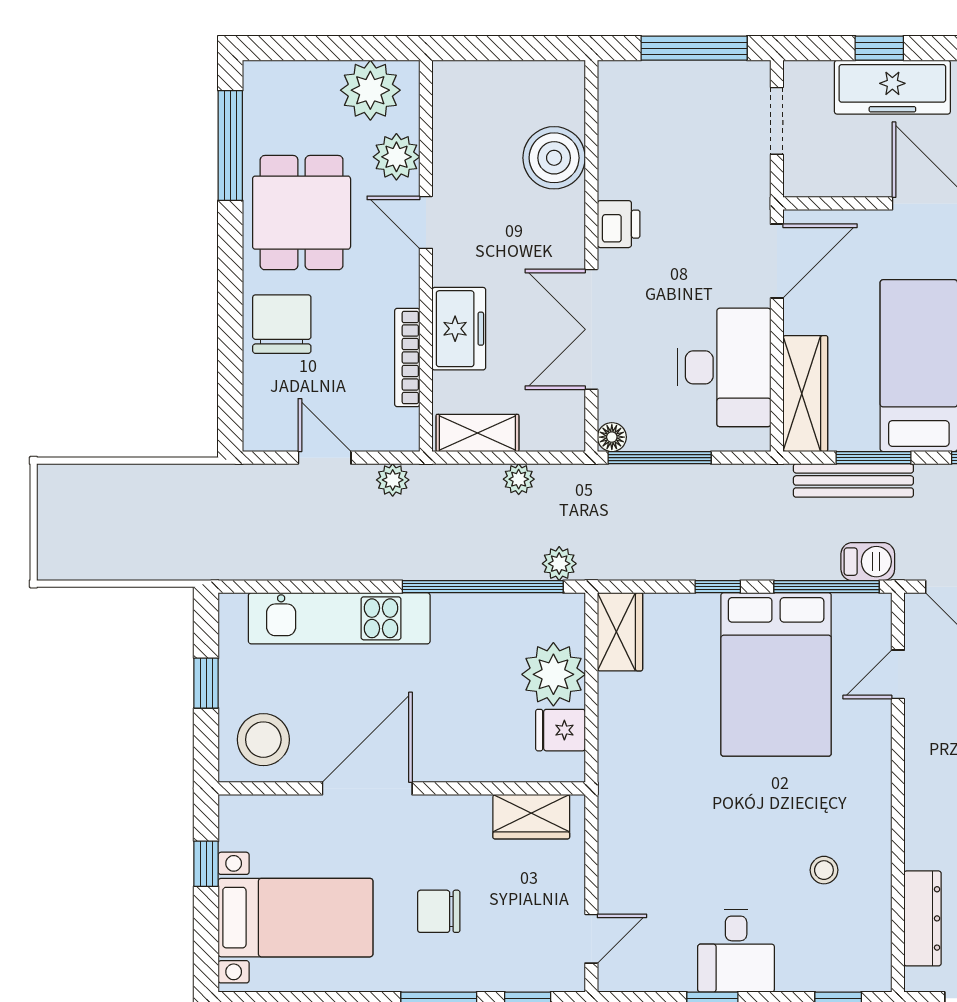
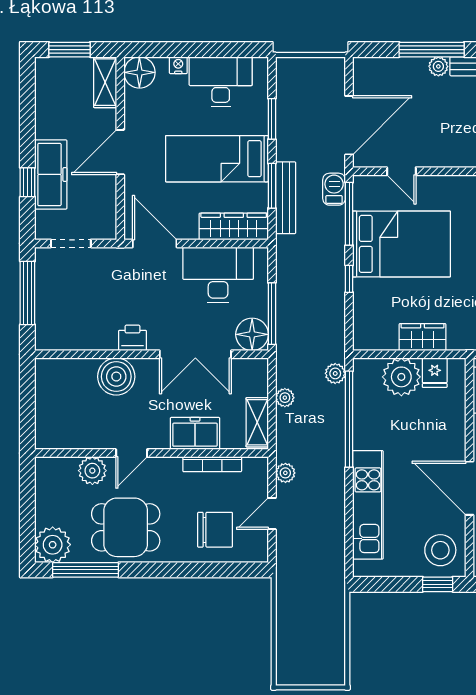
plant: (370, 90) -> (53, 545), moved
boiler: (554, 158) -> (116, 377), moved
chair: (282, 324) -> (215, 530), moved, turned 180
floor lamp: (612, 437) -> (252, 334), width x1.89, depth x1.89
wardrobe: (620, 632) -> (423, 337), moved
window: (206, 683) -> (438, 584), moved

